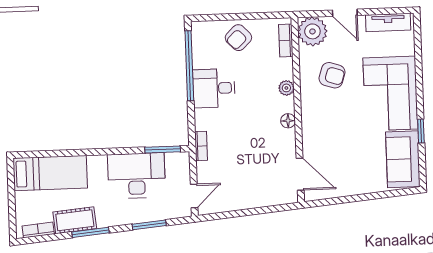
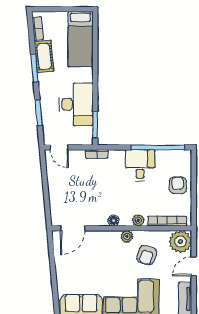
armchair: (238, 38) -> (178, 185), turned 44
bookcase: (286, 41) -> (167, 221), width x1.56
plant: (308, 102) -> (127, 236), added

